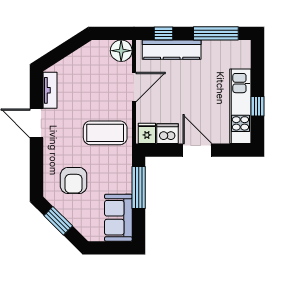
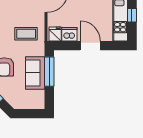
coffee table: (105, 133) -> (26, 34), width x0.73, depth x0.76
sofa: (118, 218) -> (35, 73), moved

